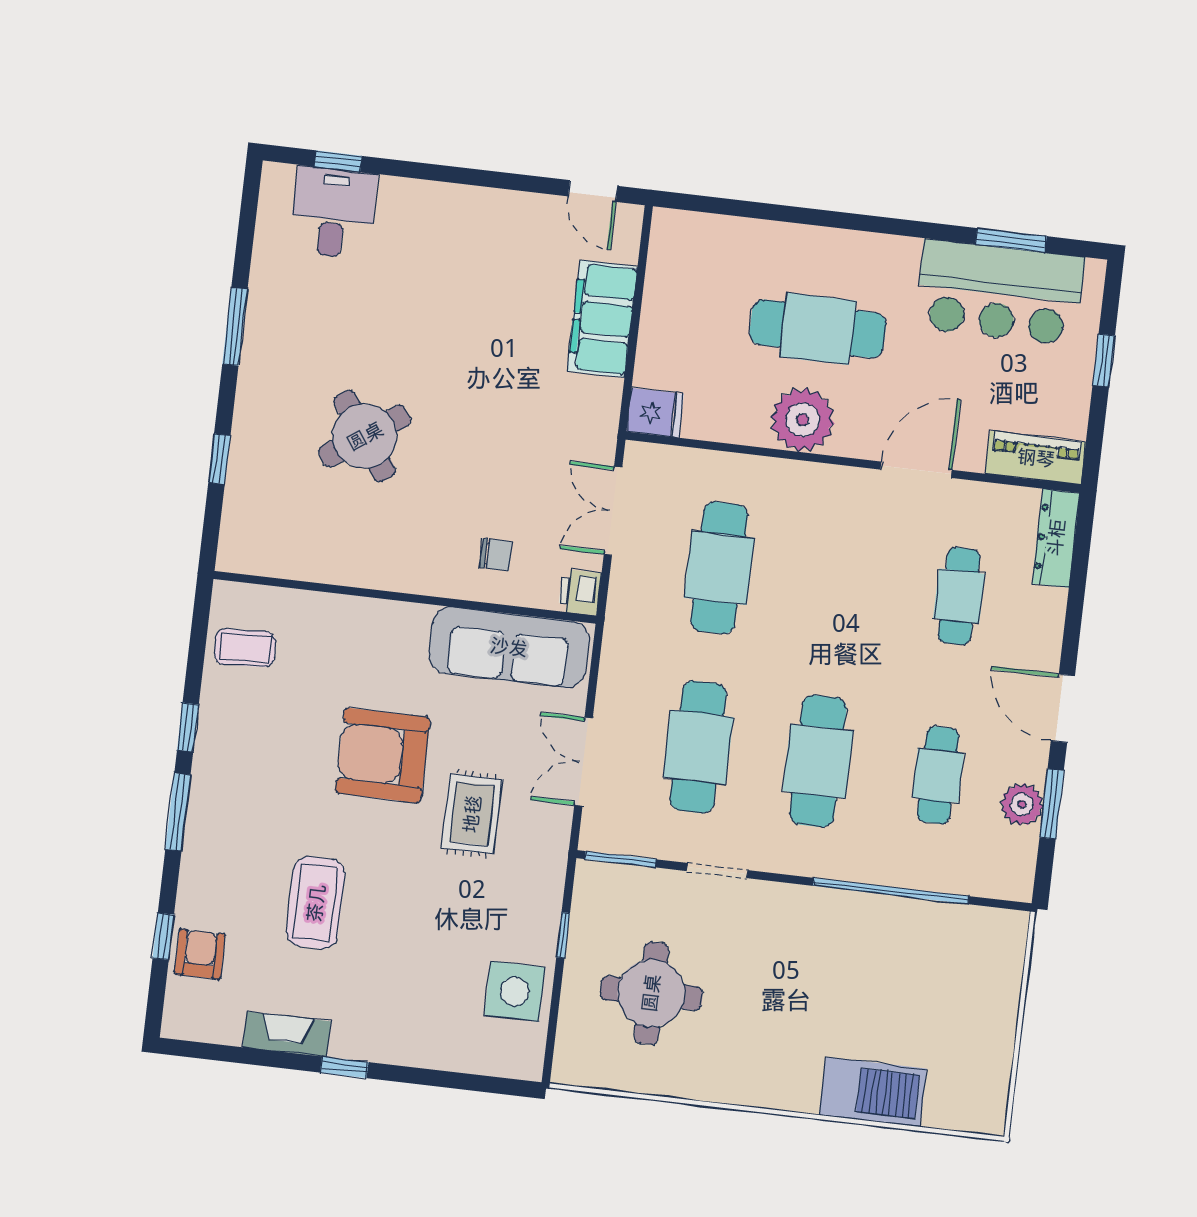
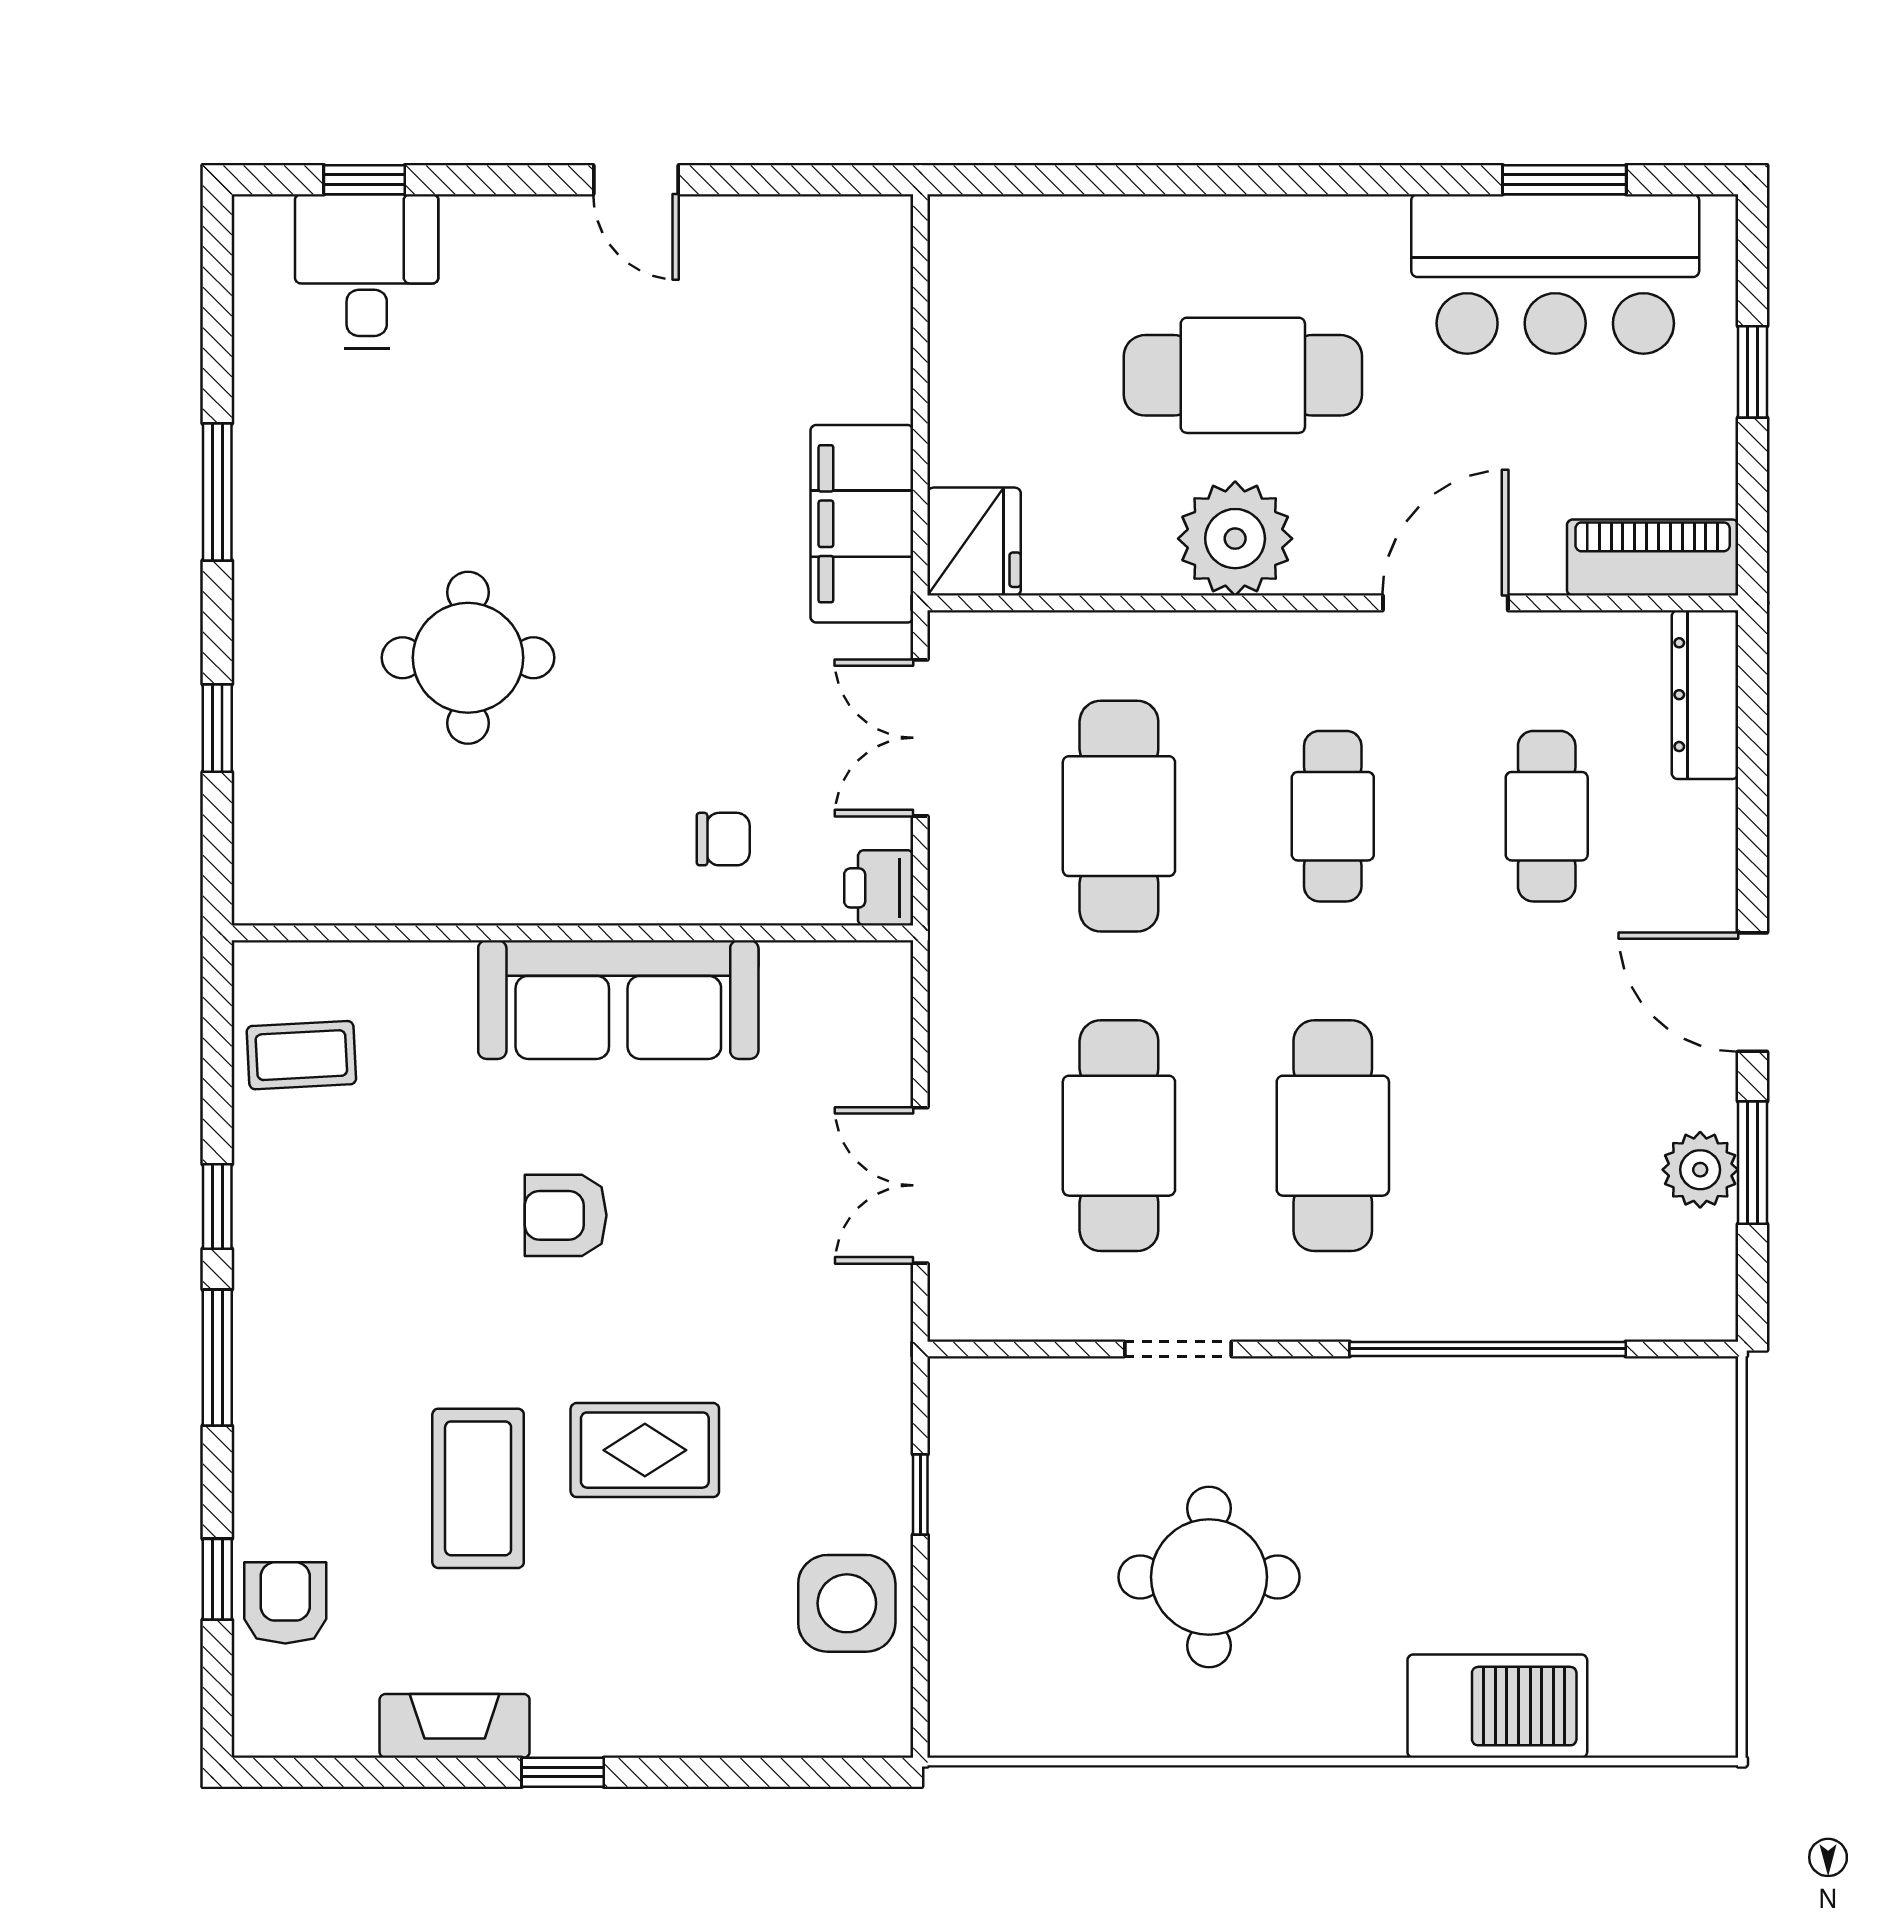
door: (593, 191) -> (636, 180), moved
filing cabinet: (602, 319) -> (862, 524), moved
fridge: (655, 413) -> (974, 542), width x1.38
round table: (365, 436) -> (468, 658), turned 35
sofa: (509, 647) -> (618, 1000), moved
armchair: (383, 755) -> (566, 1215), width x0.53, depth x0.53
cafe table: (938, 775) -> (1333, 816), moved
rug: (472, 814) -> (645, 1450), moved, turned 90
window: (621, 859) -> (1006, 1349), removed
round table: (651, 993) -> (1209, 1577), moved

